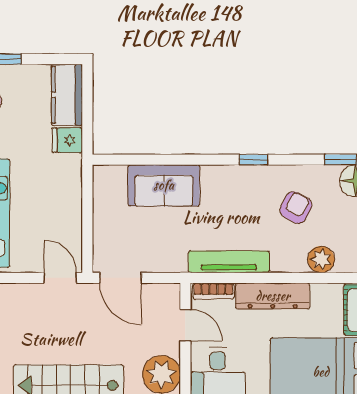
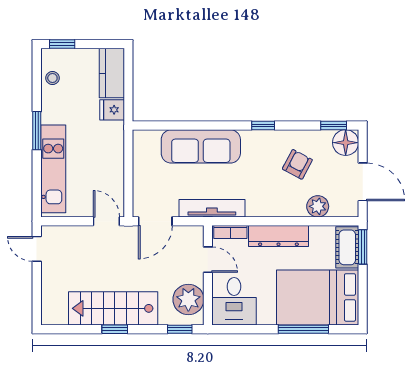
sofa: (164, 185) -> (201, 146), width x1.36
tv unit: (229, 262) -> (212, 208), moved
door: (121, 278) -> (155, 221), hinge flipped

